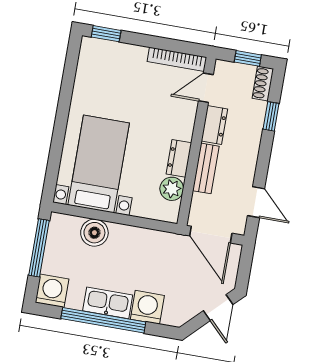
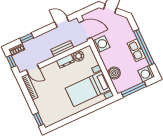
dresser: (214, 125) -> (44, 57), removed
door: (256, 202) -> (62, 22), hinge flipped
door: (211, 235) -> (85, 30), hinge flipped
washing machine: (147, 307) -> (101, 44), moved, turned 180

